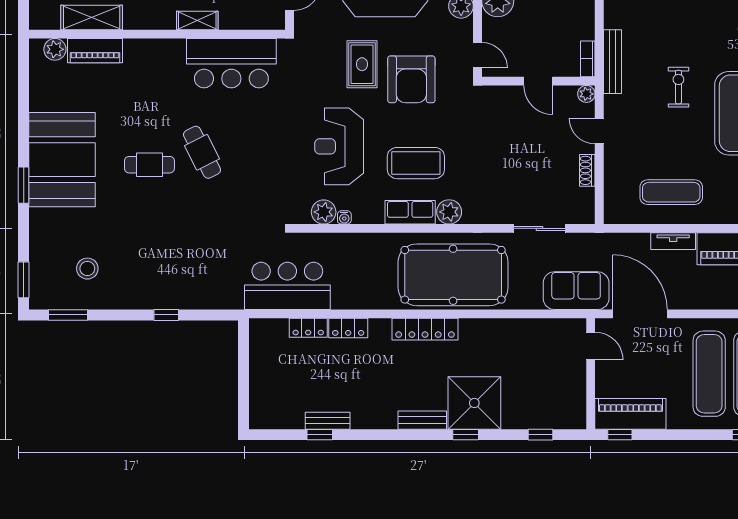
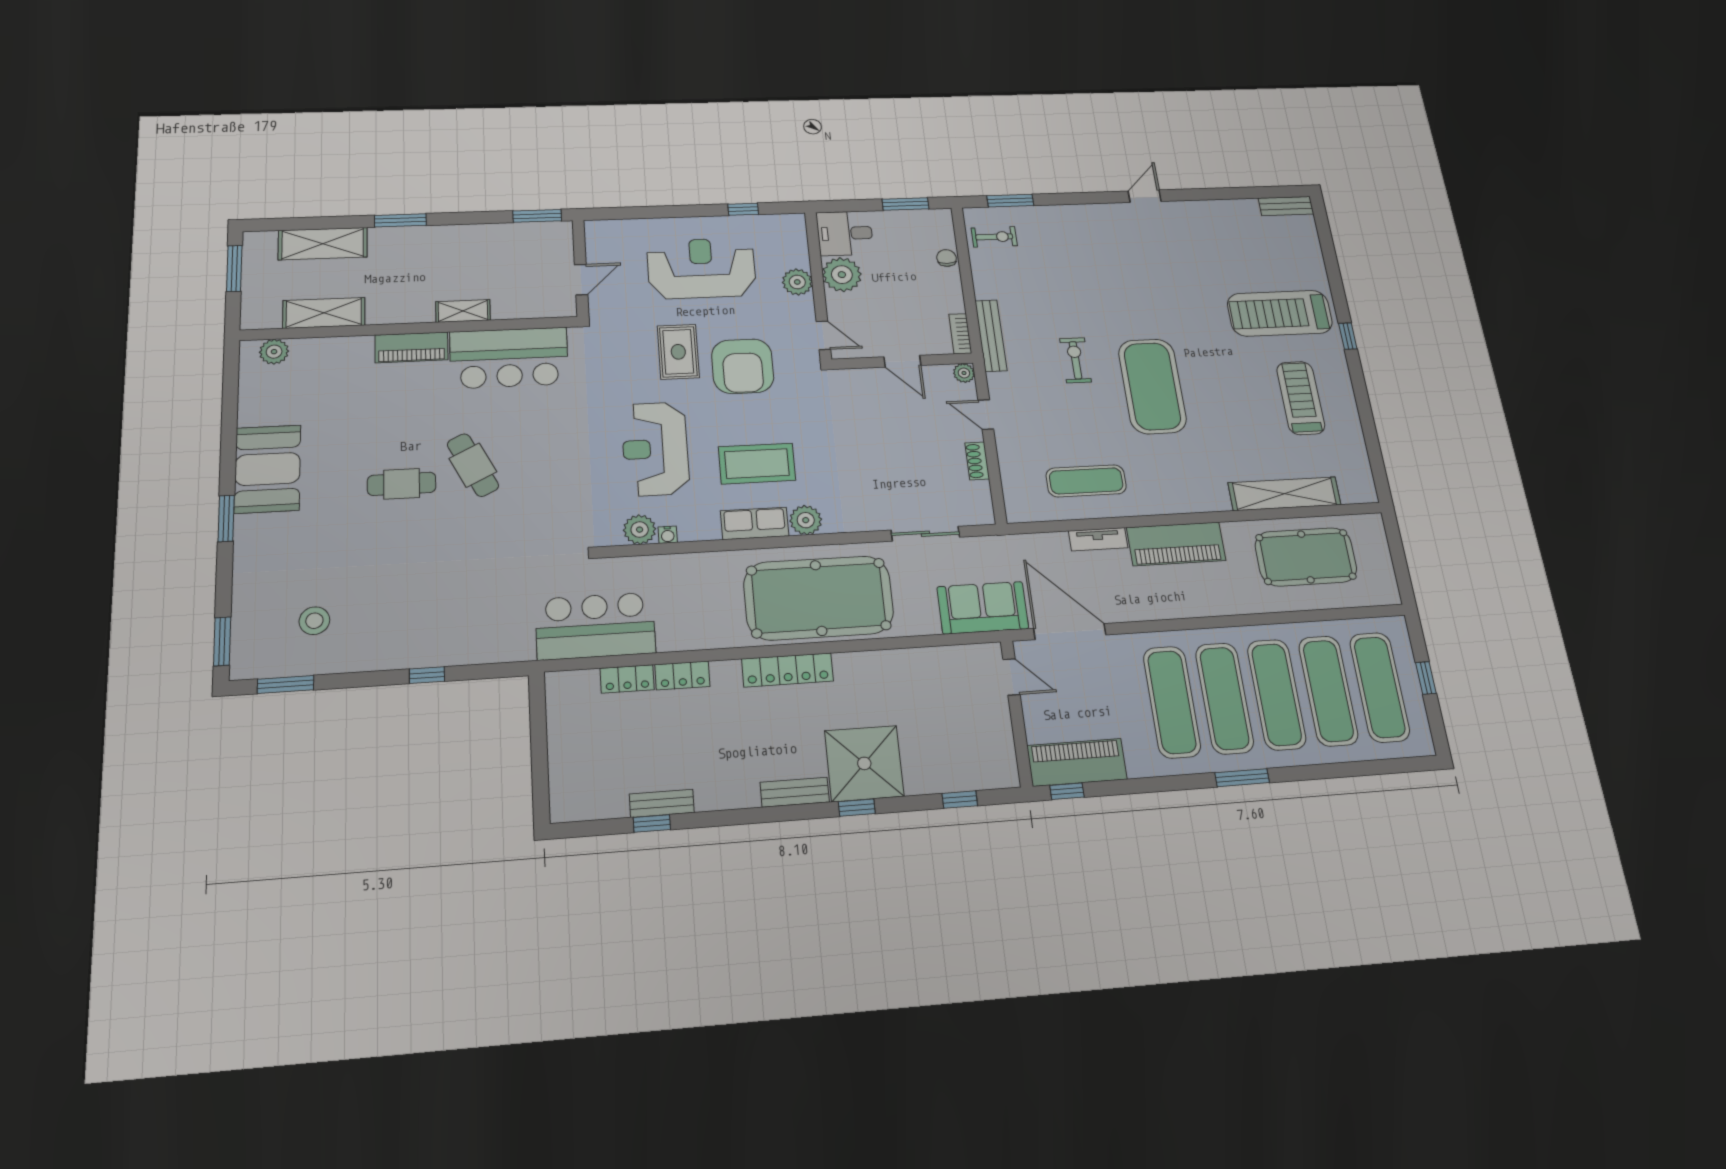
piano: (95, 51) -> (411, 347), moved
booth: (62, 160) -> (268, 469), width x0.73, depth x0.70

